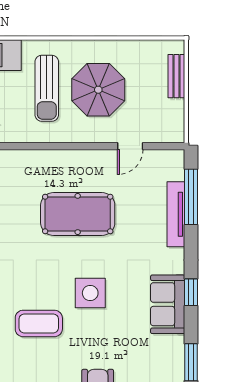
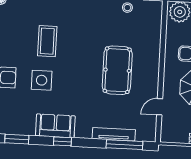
door: (130, 146) -> (160, 107), hinge flipped
side table: (90, 293) -> (42, 80), moved

